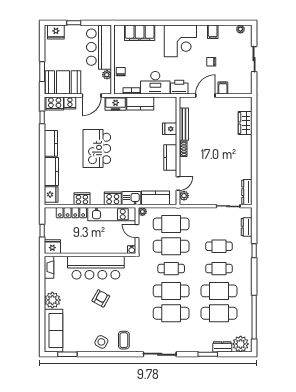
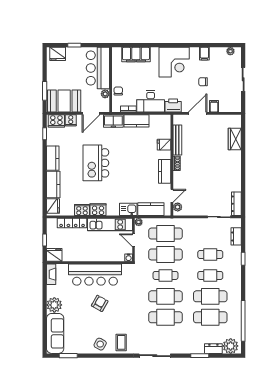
cooker: (113, 198) -> (98, 210), moved

